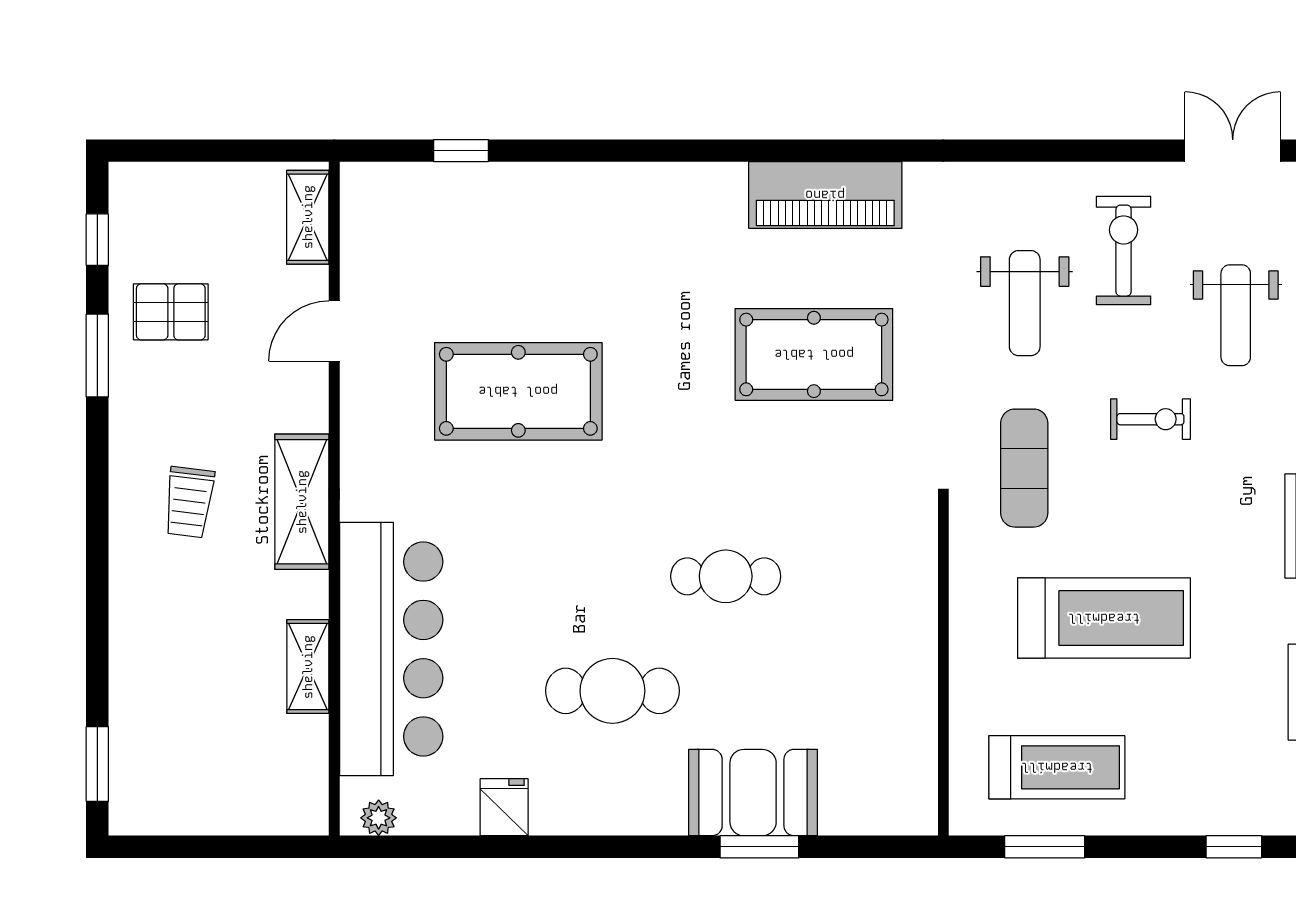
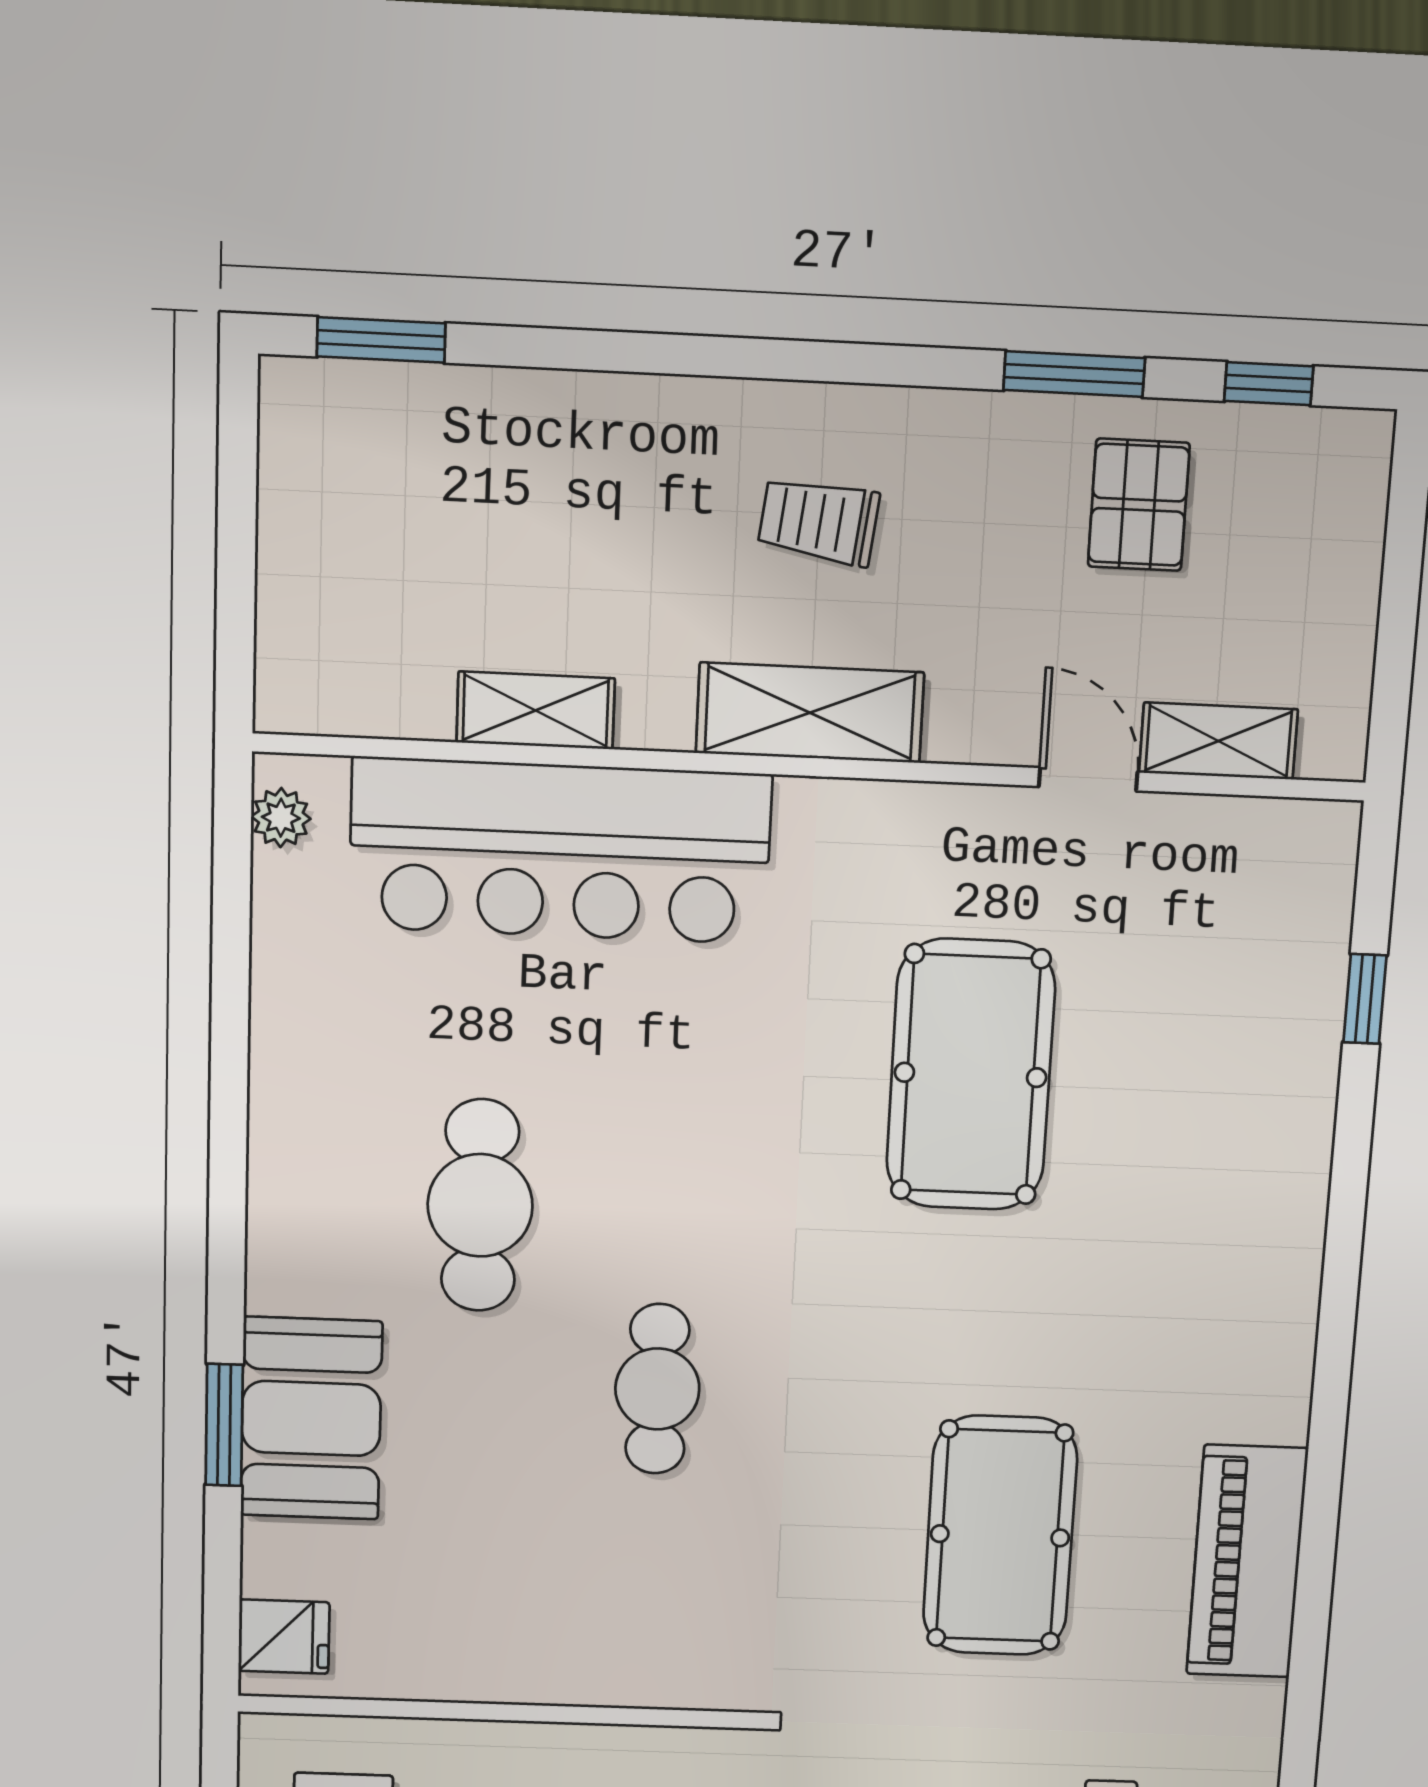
shelving: (308, 217) -> (1218, 741), moved
fridge: (504, 807) -> (284, 1637), moved

